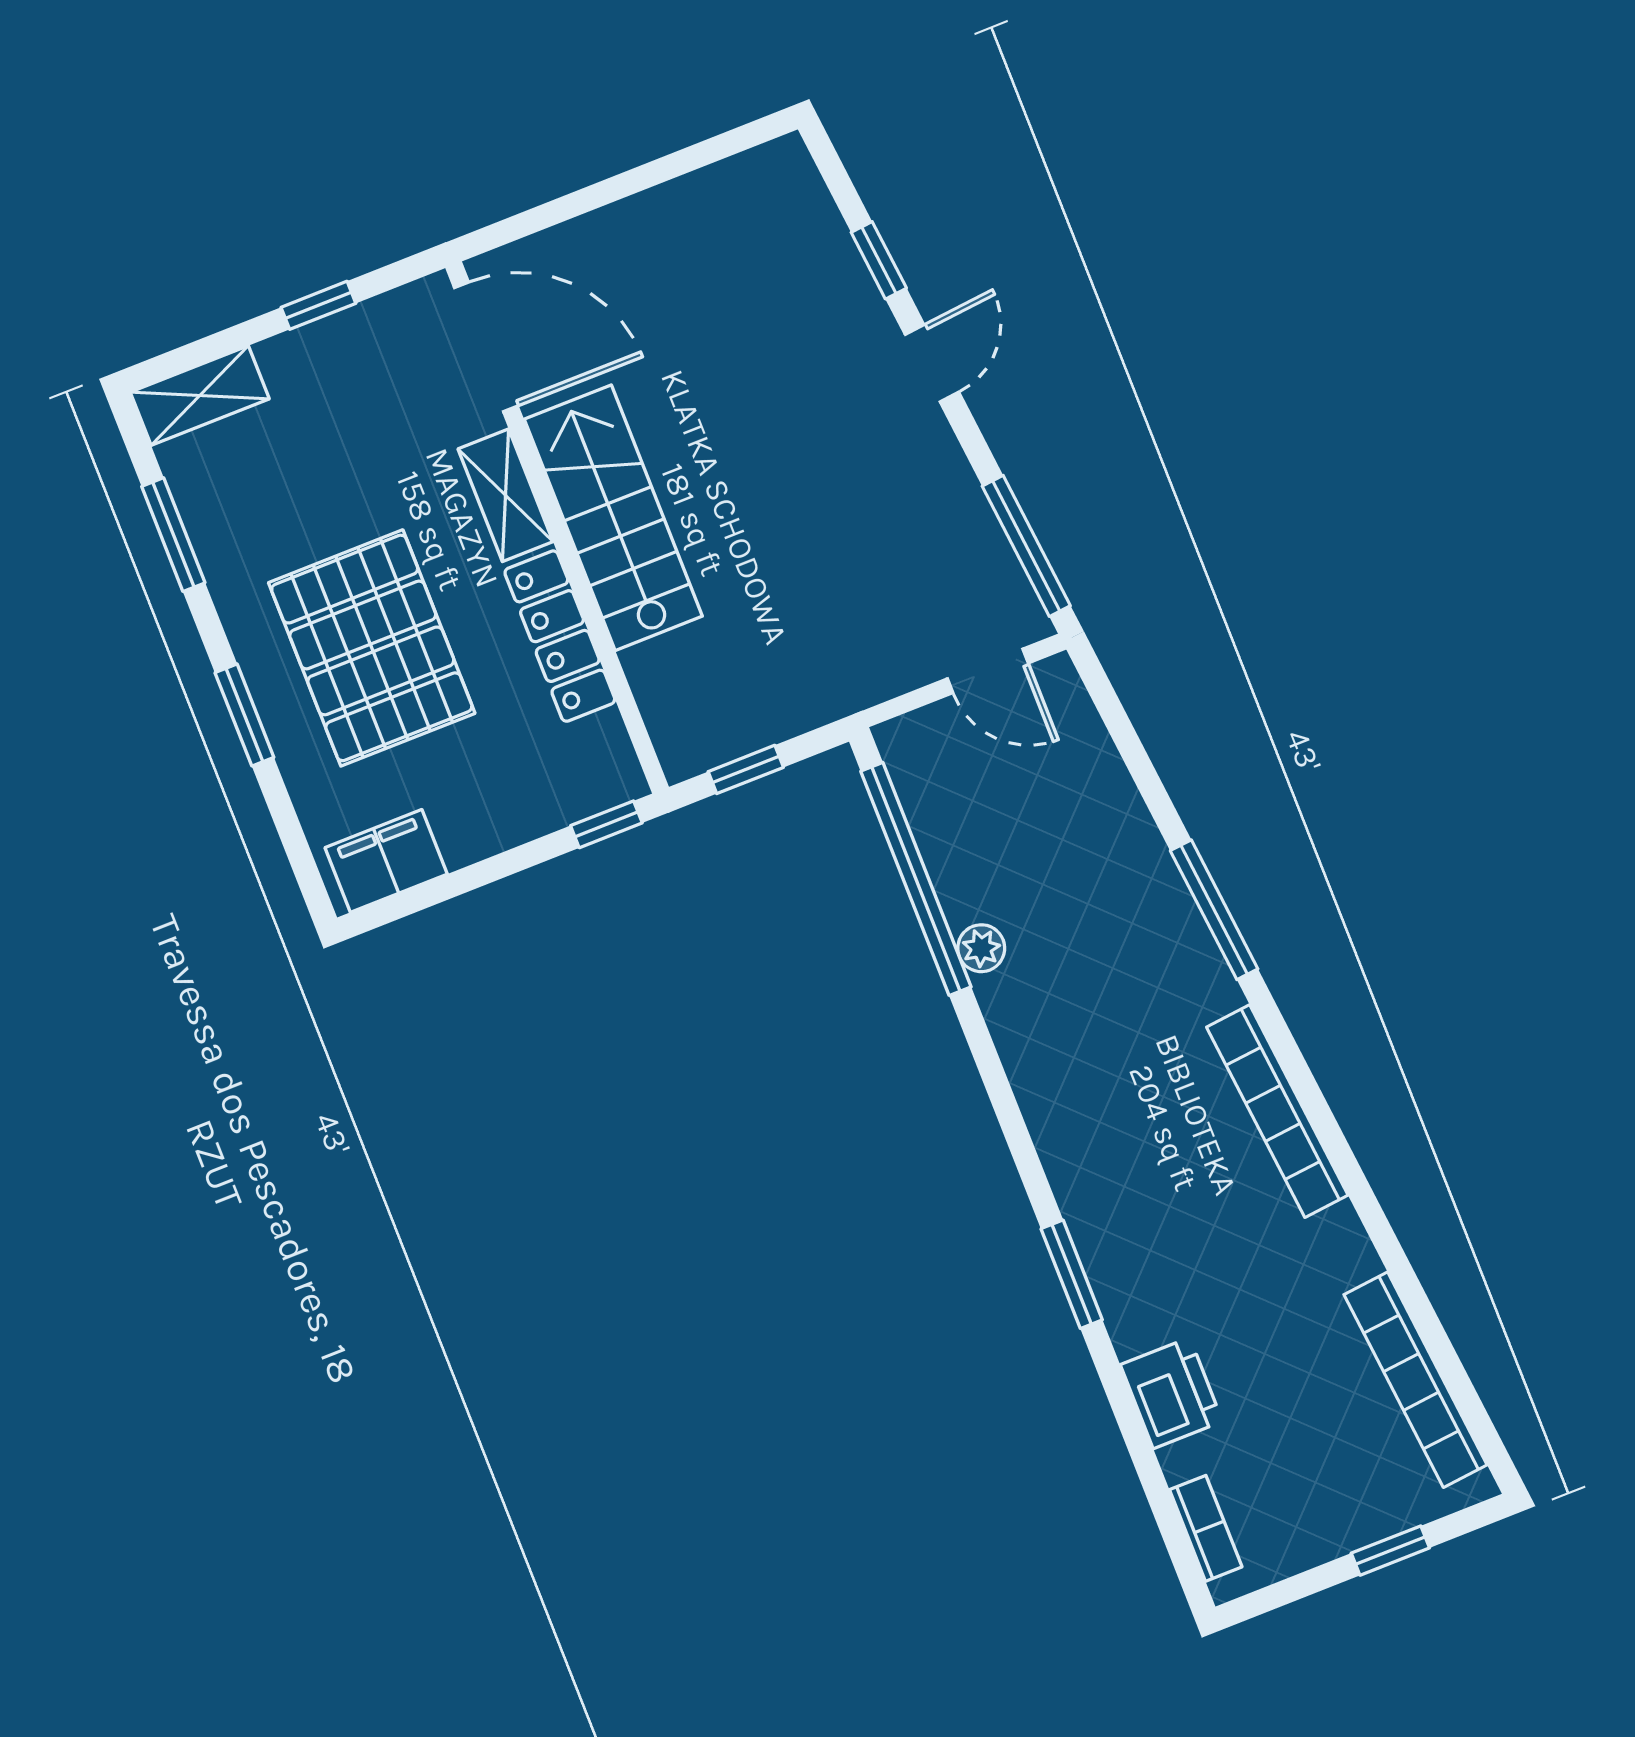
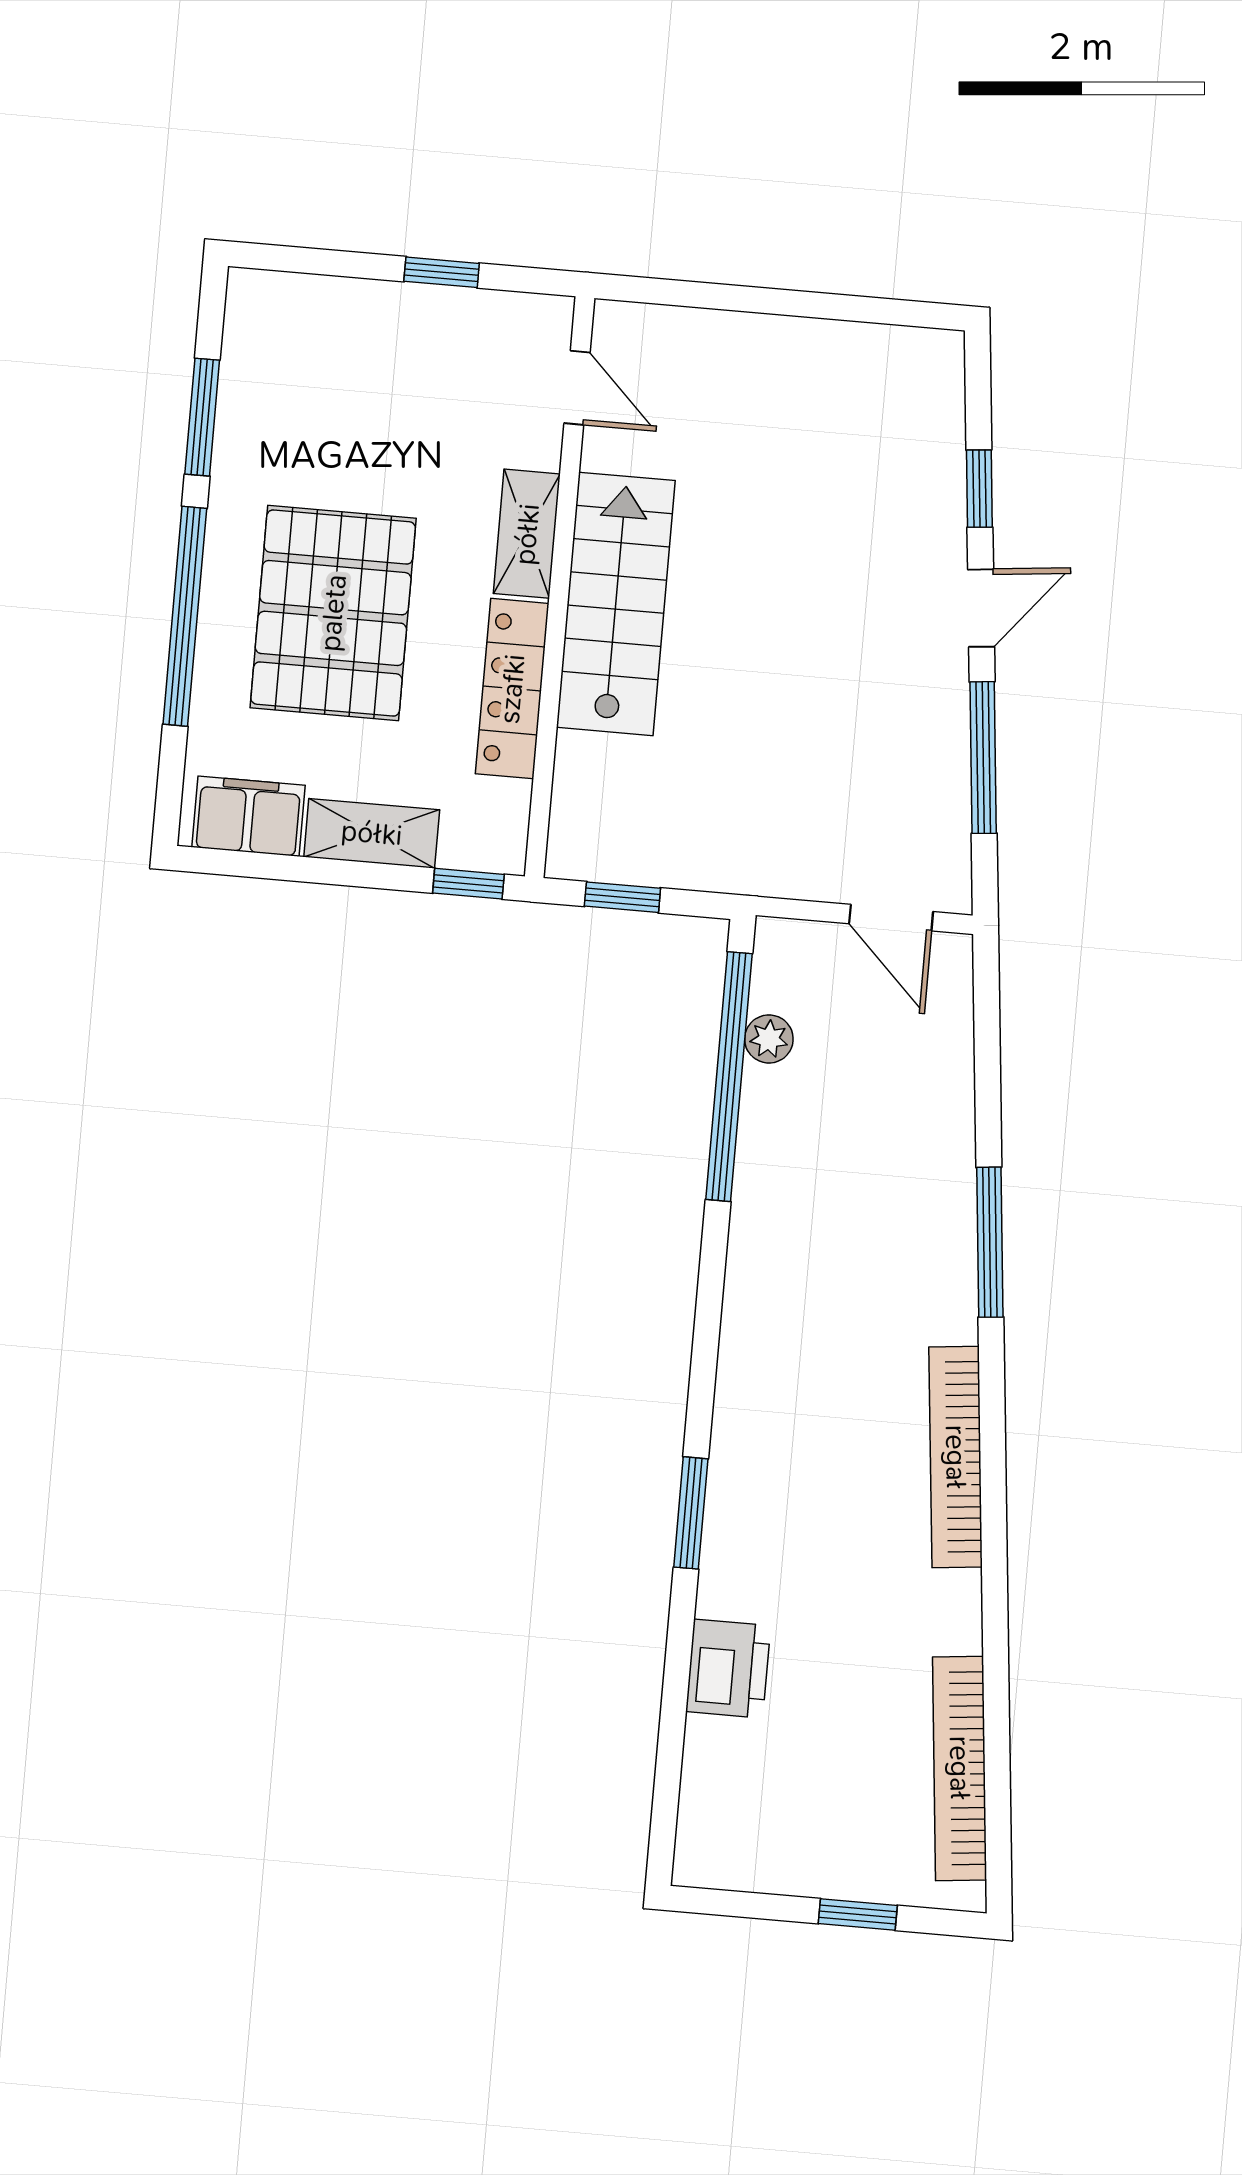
door: (486, 347) -> (577, 388), width x0.53
shelving: (200, 396) -> (372, 833), moved
window: (1026, 546) -> (983, 758), moved
window: (244, 715) -> (185, 616), width x2.11
plant: (981, 948) -> (769, 1039), moved
bookcase: (1206, 1528) -> (698, 1809), removed

